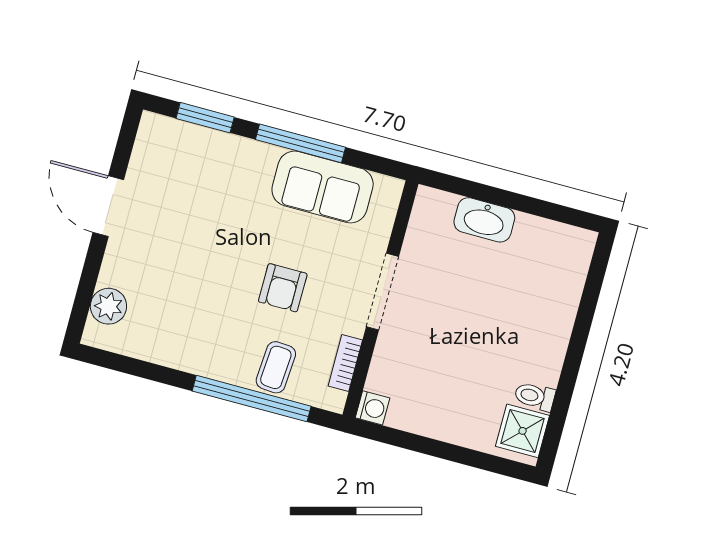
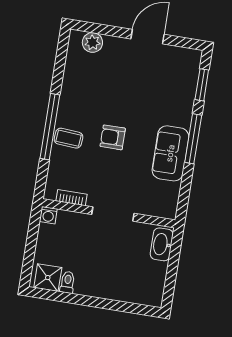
doorway: (382, 292) -> (113, 214), moved
wall: (380, 299) -> (109, 213), moved
bookcase: (345, 363) -> (71, 198), moved
washing machine: (373, 408) -> (48, 215), moved

